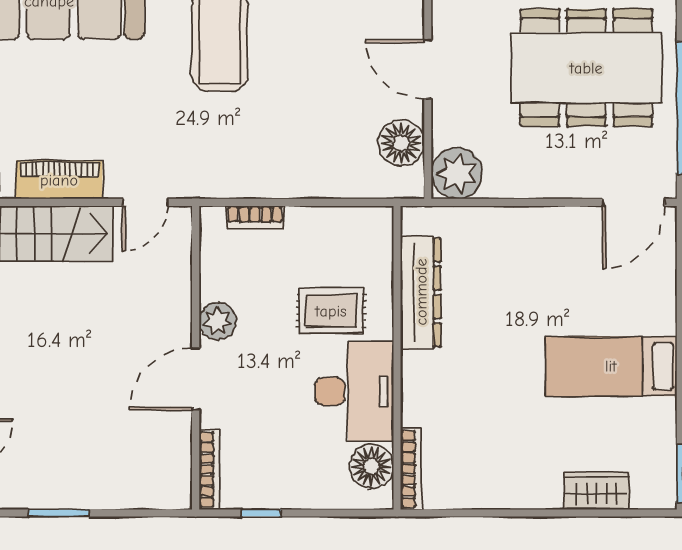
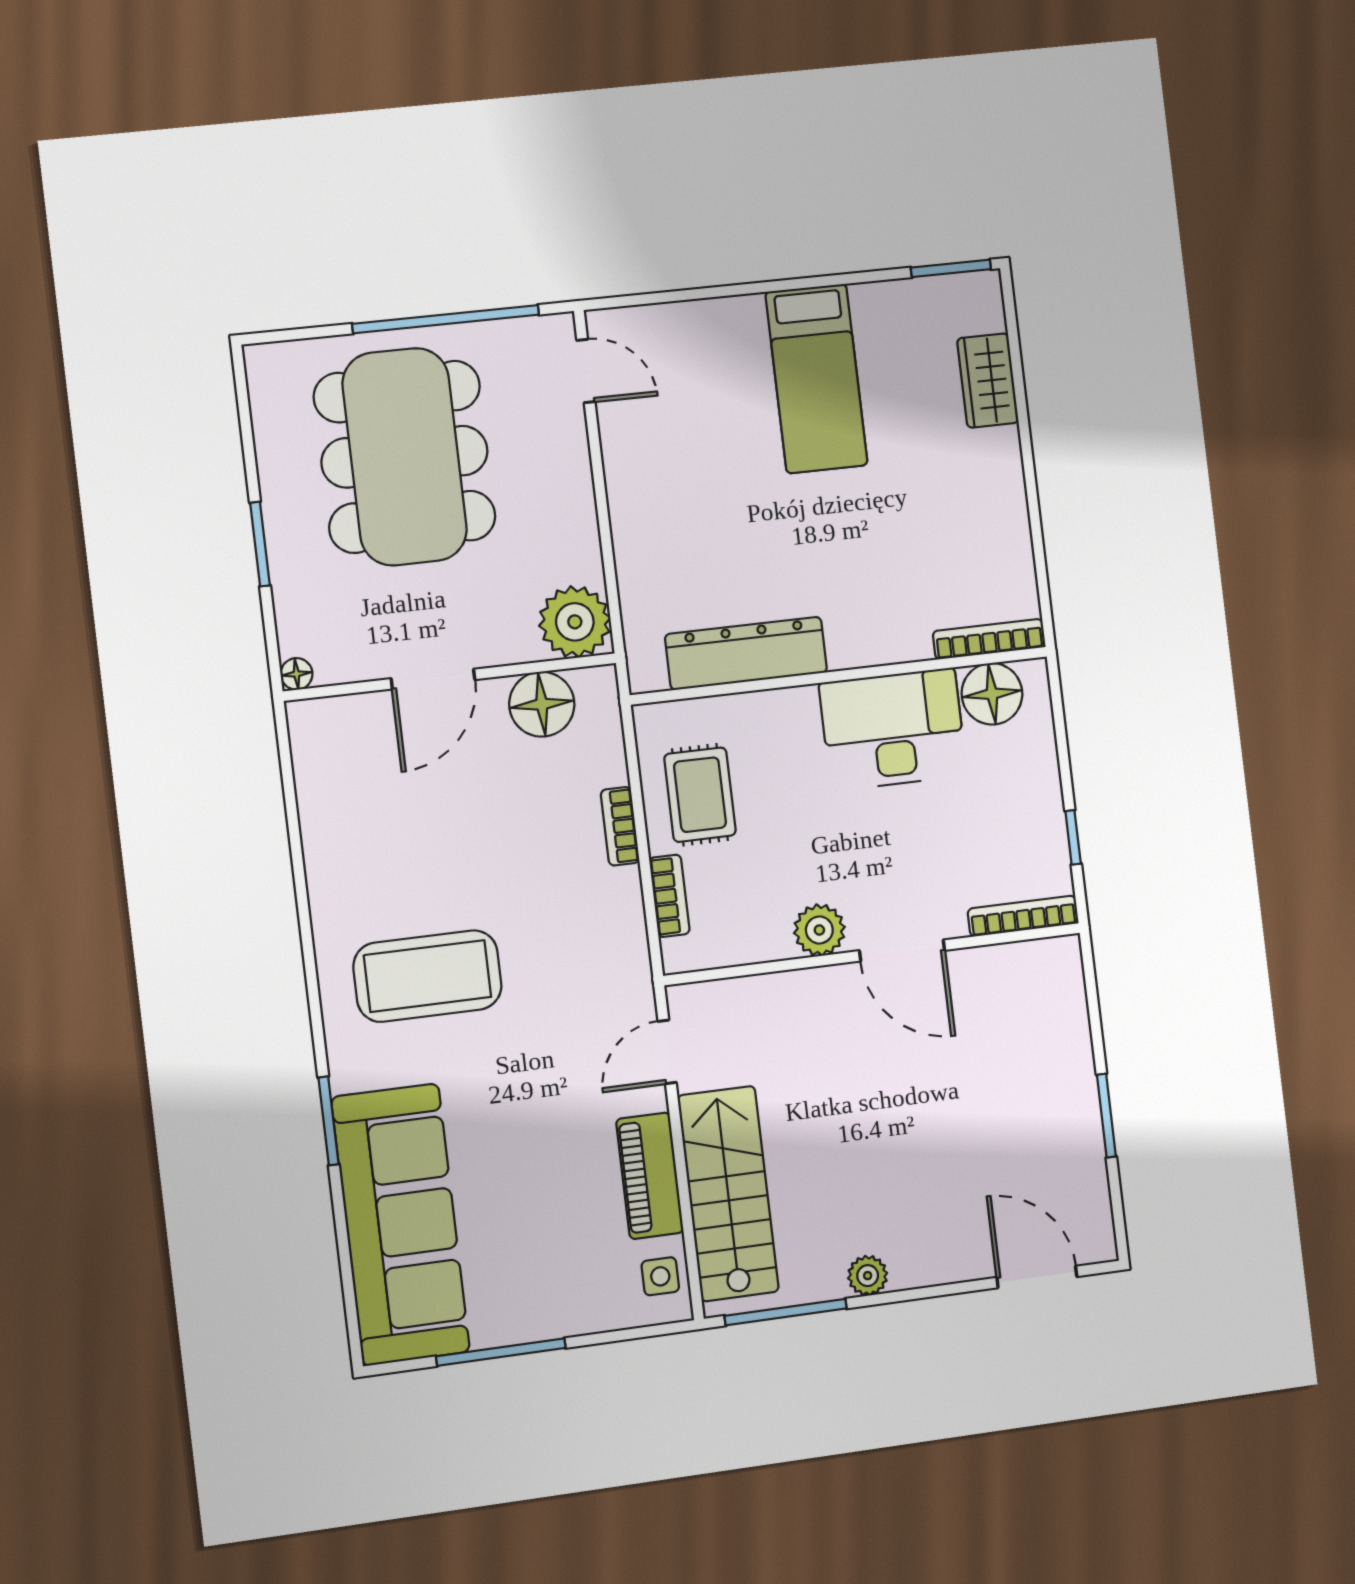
bookcase: (309, 188) -> (620, 826), added
door: (145, 202) -> (667, 1052), swing flipped
door: (633, 202) -> (586, 371), width x0.73
rug: (331, 311) -> (700, 795), moved

